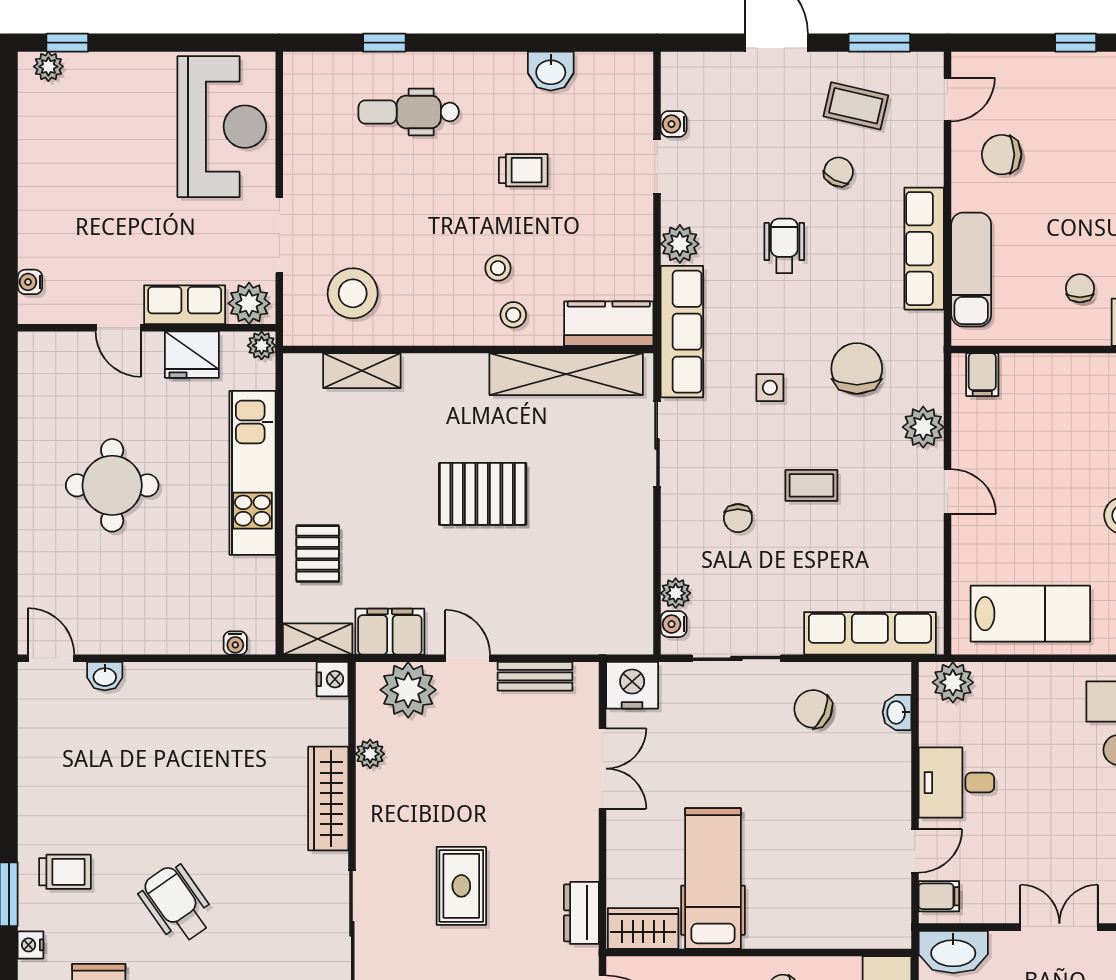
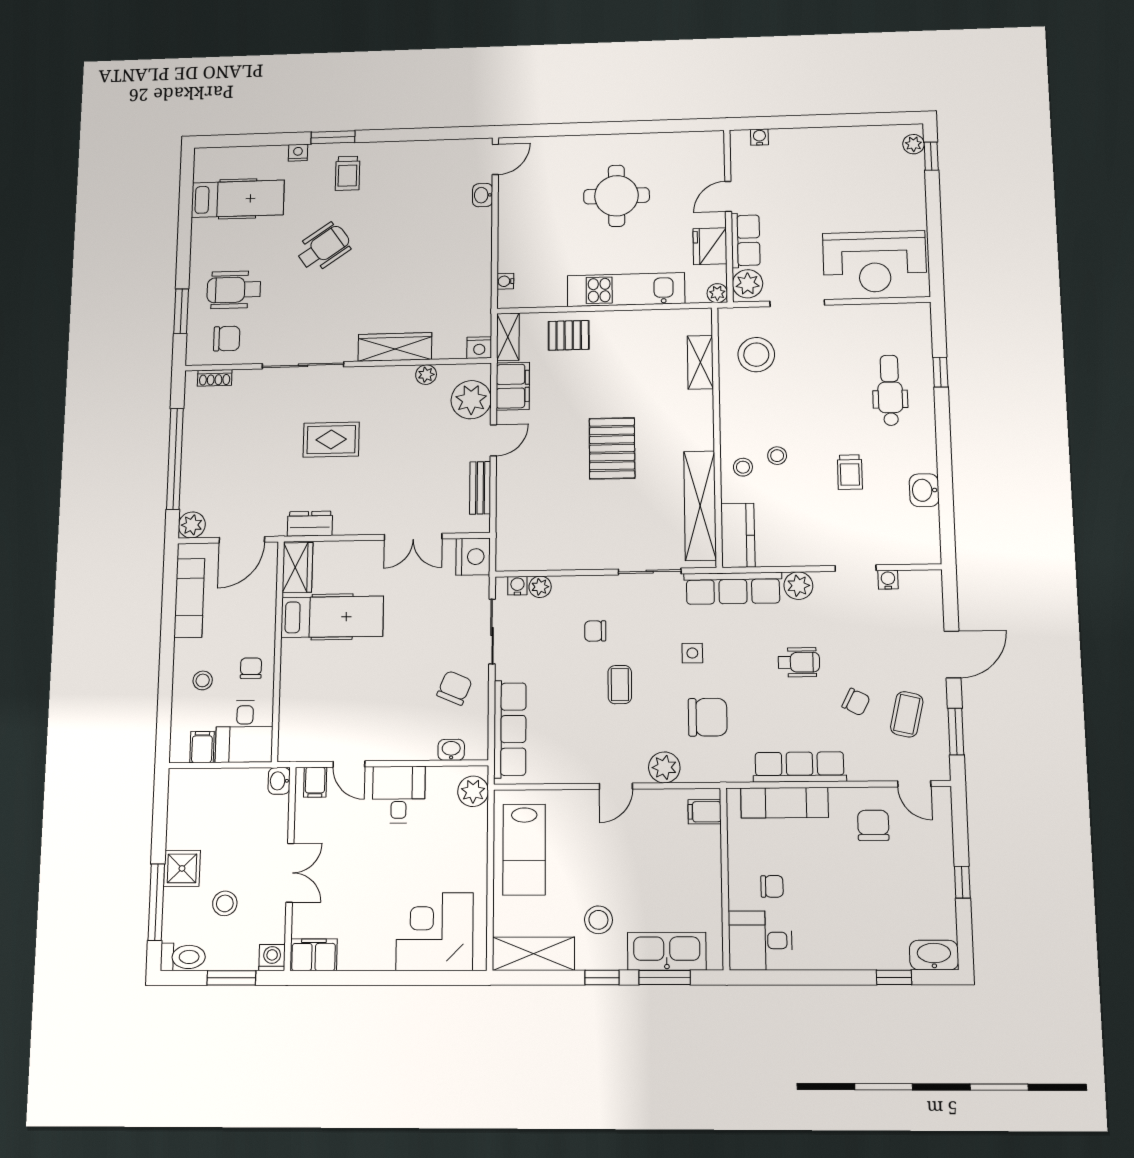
washbasin: (953, 952) -> (279, 781), width x0.52, depth x0.69

